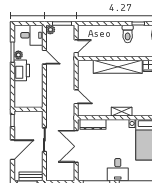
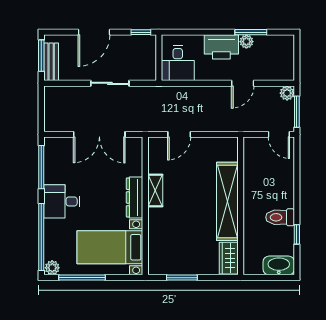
desk: (32, 35) -> (178, 63), moved
door: (76, 46) -> (279, 134), moved
shelving: (122, 112) -> (155, 190), moved
dresser: (93, 124) -> (135, 198), moved
double door: (76, 146) -> (99, 134), swing flipped
door: (13, 150) -> (94, 32), hinge flipped

